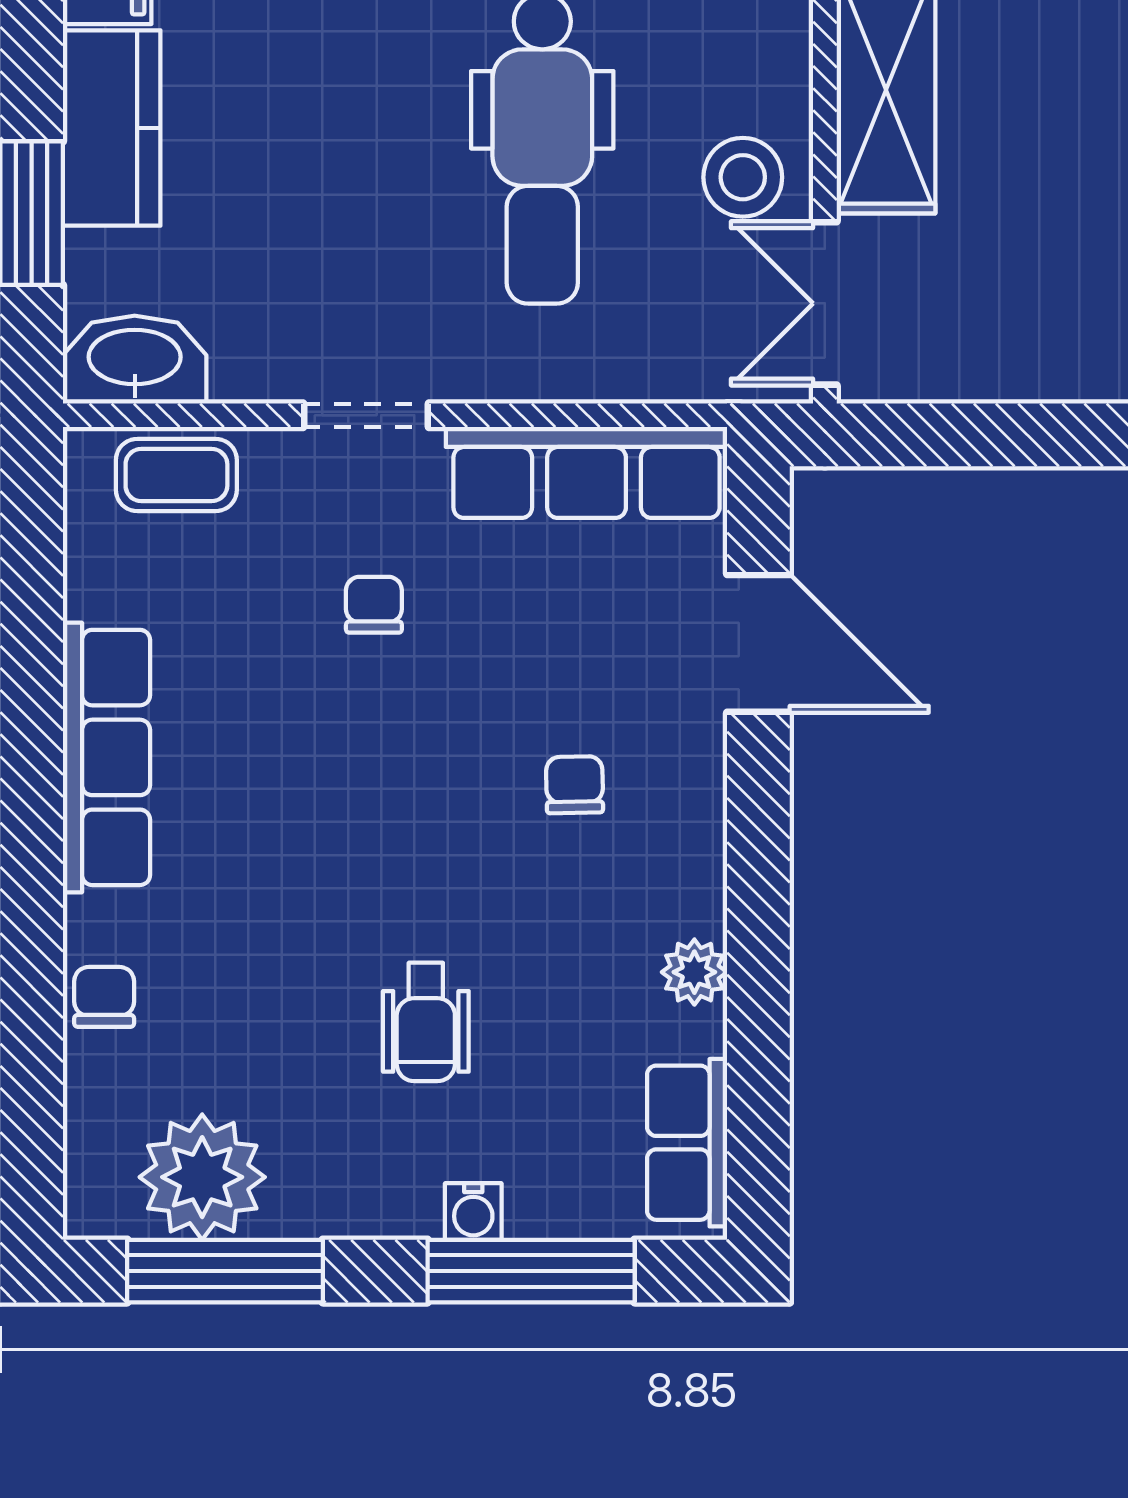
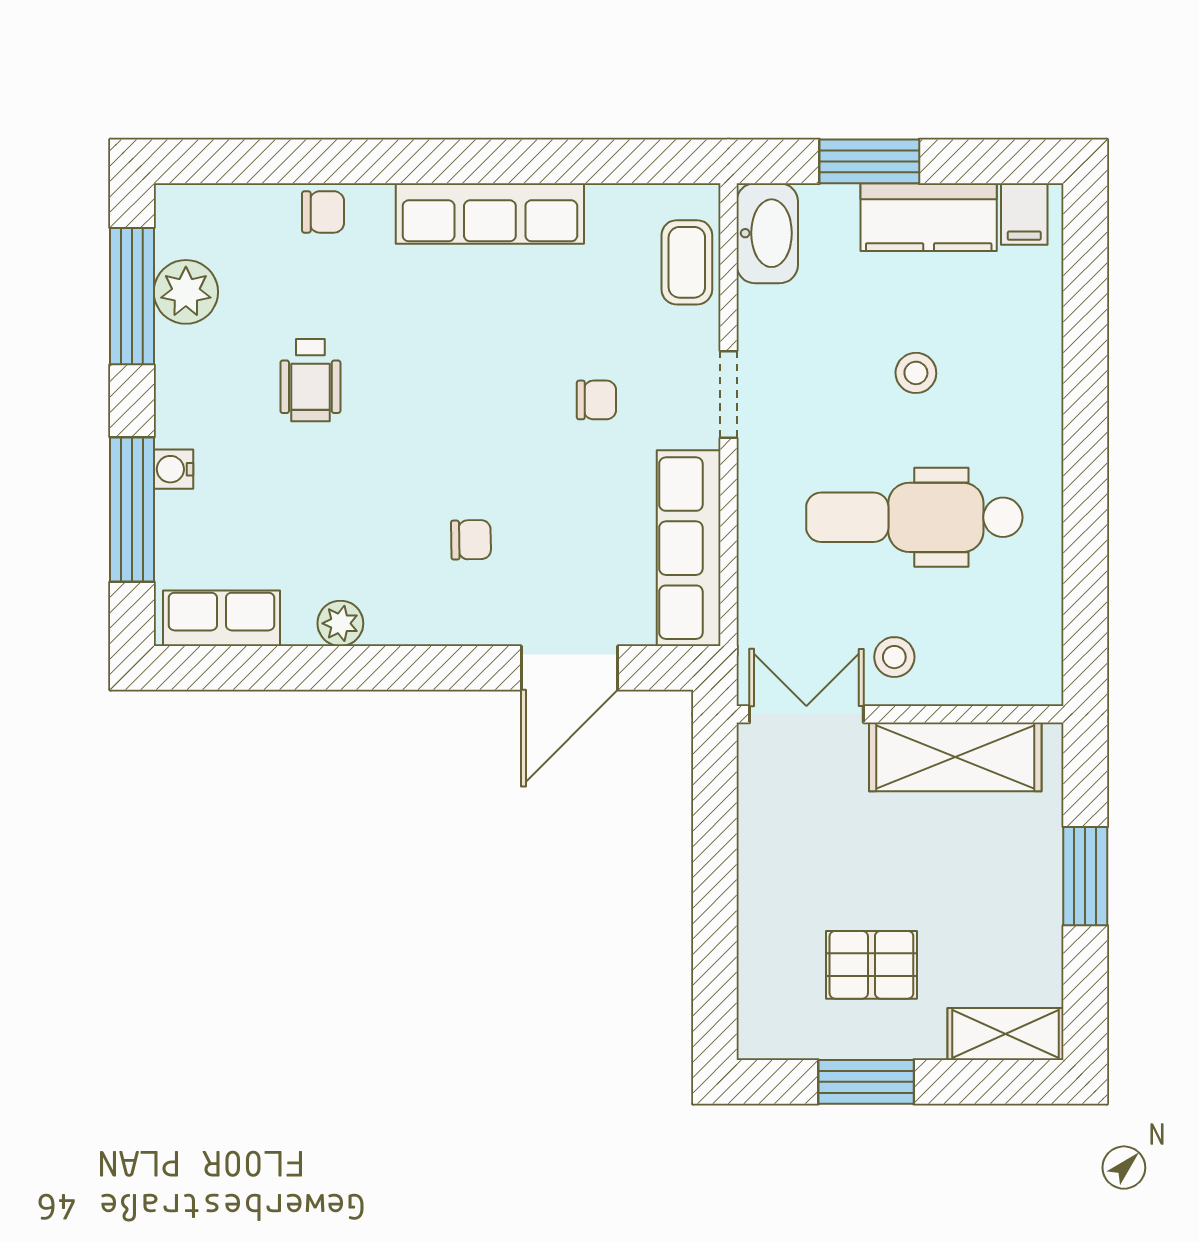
stool: (335, 146) -> (916, 373), added
stool: (743, 177) -> (894, 657), width x0.73, depth x0.73
wheelchair: (426, 1022) -> (310, 380), moved, turned -90
plant: (202, 1177) -> (186, 292), width x0.73, depth x0.73

